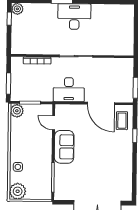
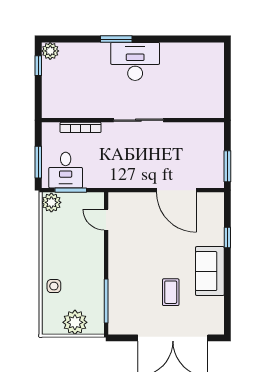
desk: (69, 90) -> (66, 170), moved, width x0.73
coffee table: (122, 121) -> (171, 292), moved
sofa: (64, 147) -> (210, 271), moved, turned 180
plant: (18, 191) -> (75, 322), moved

